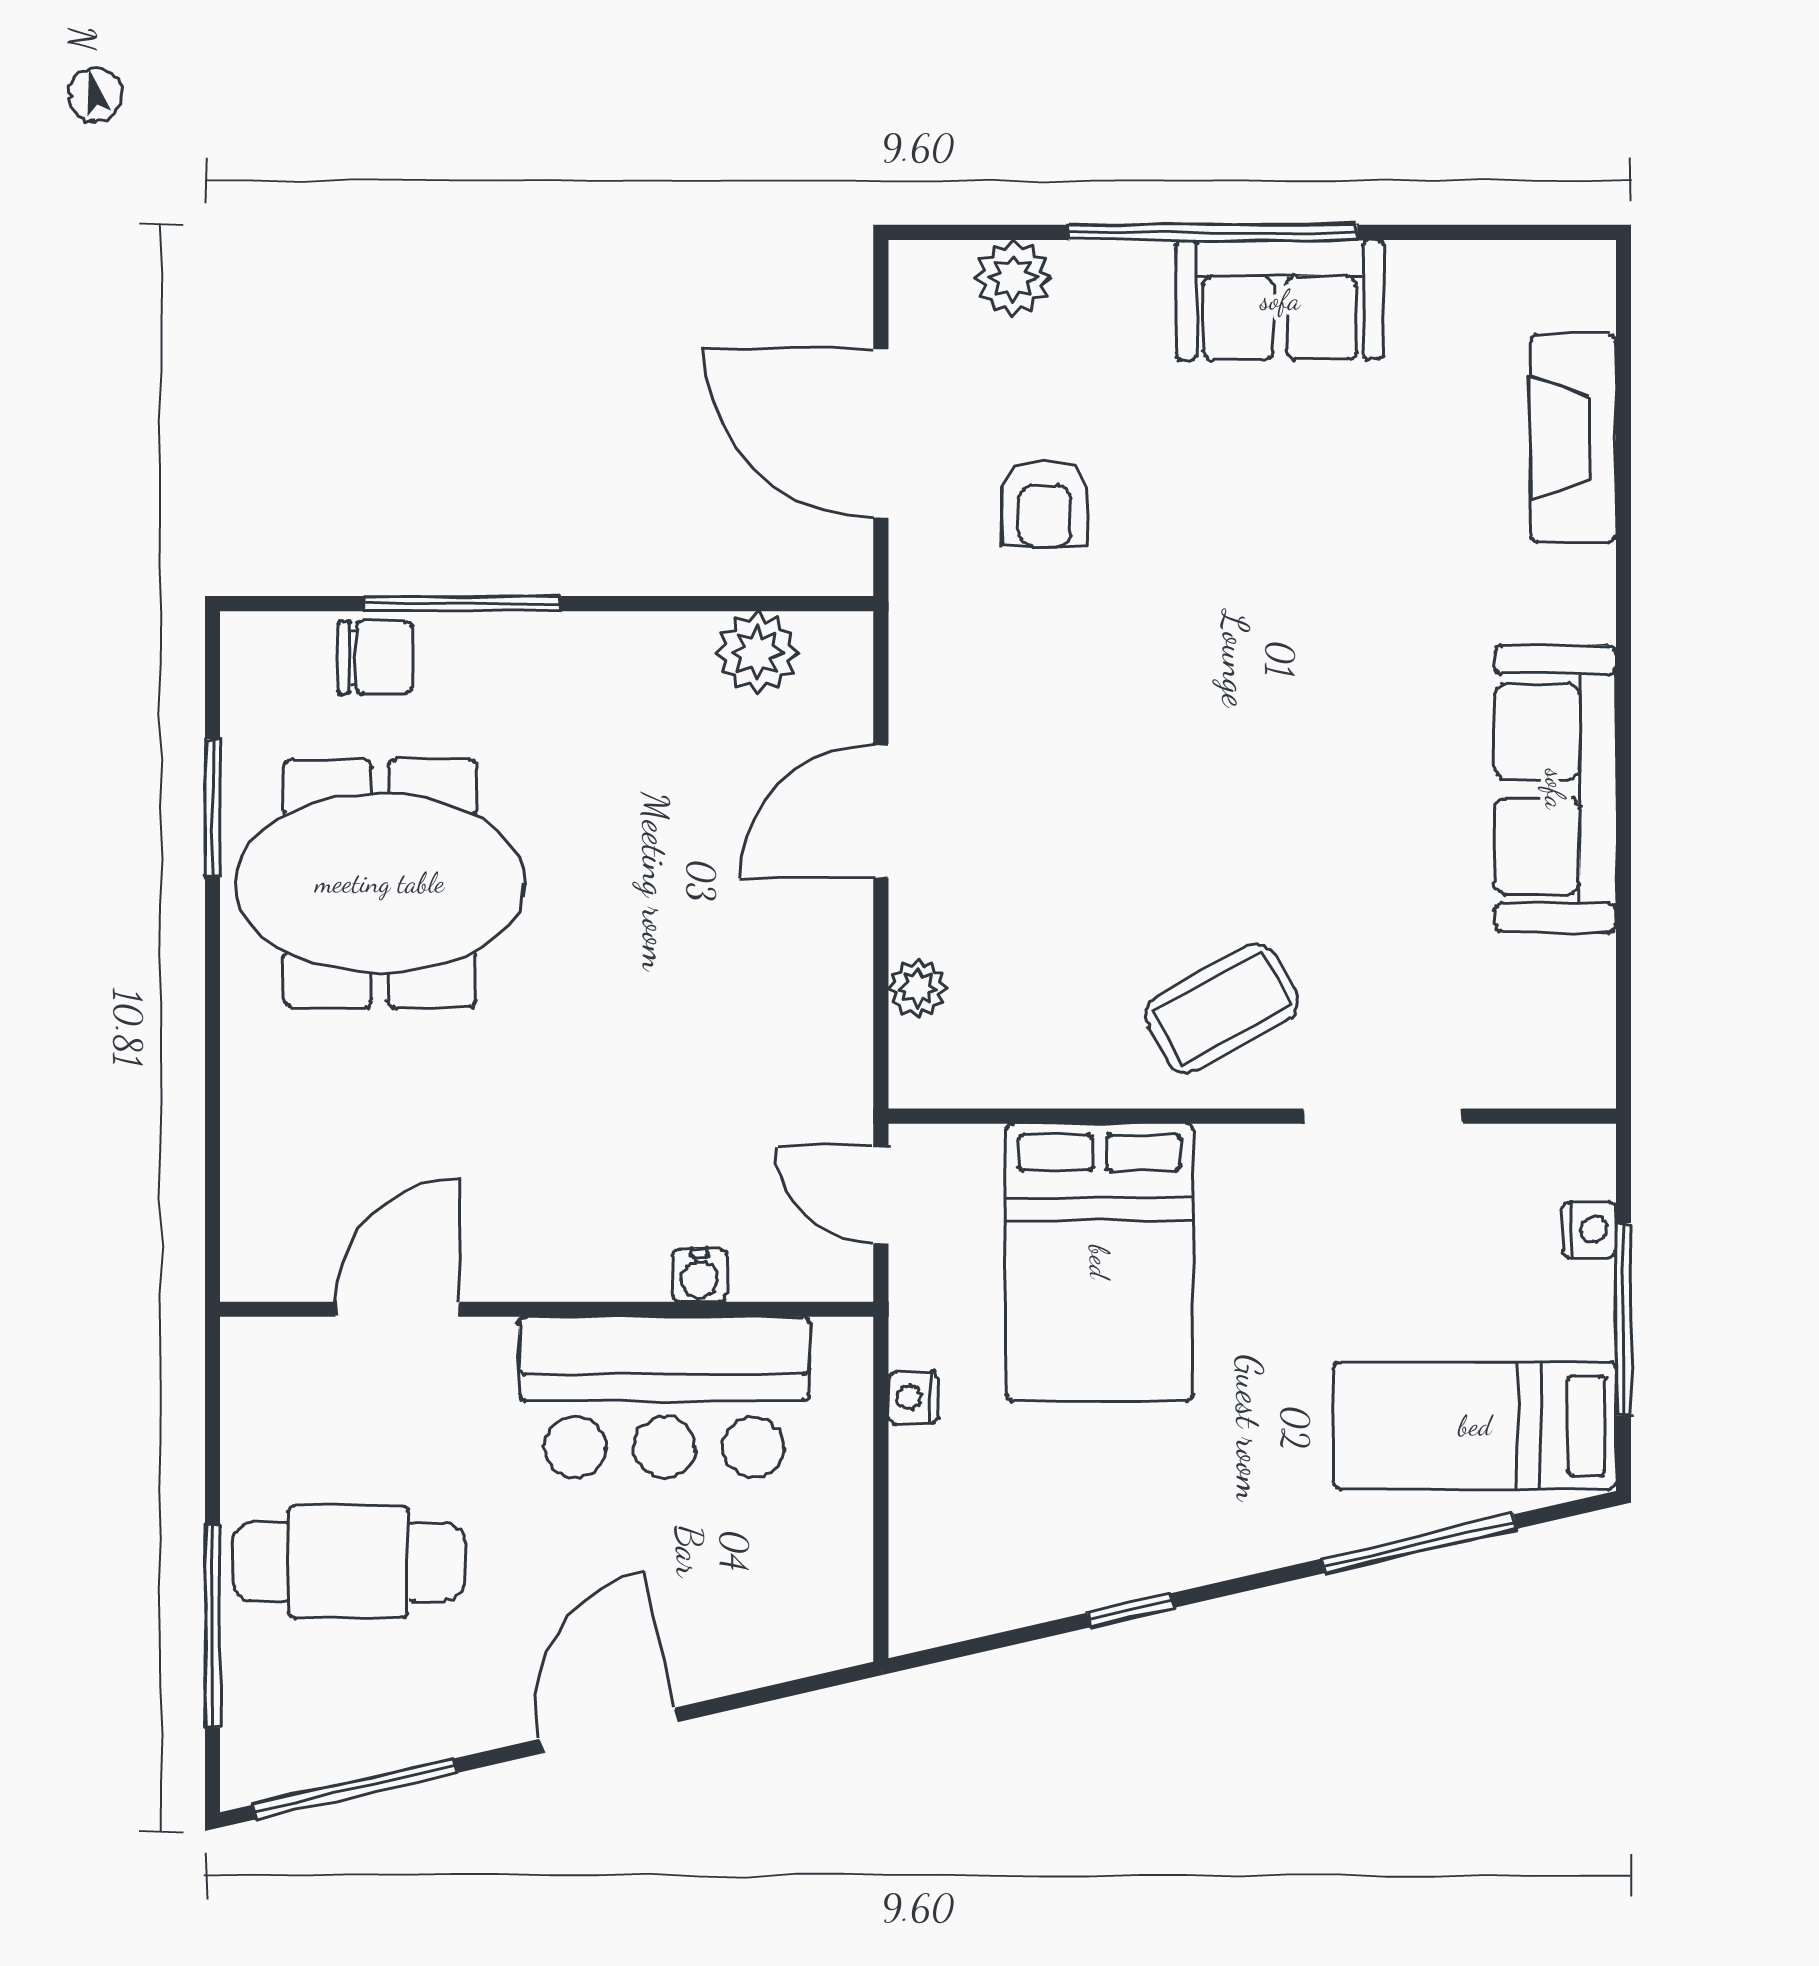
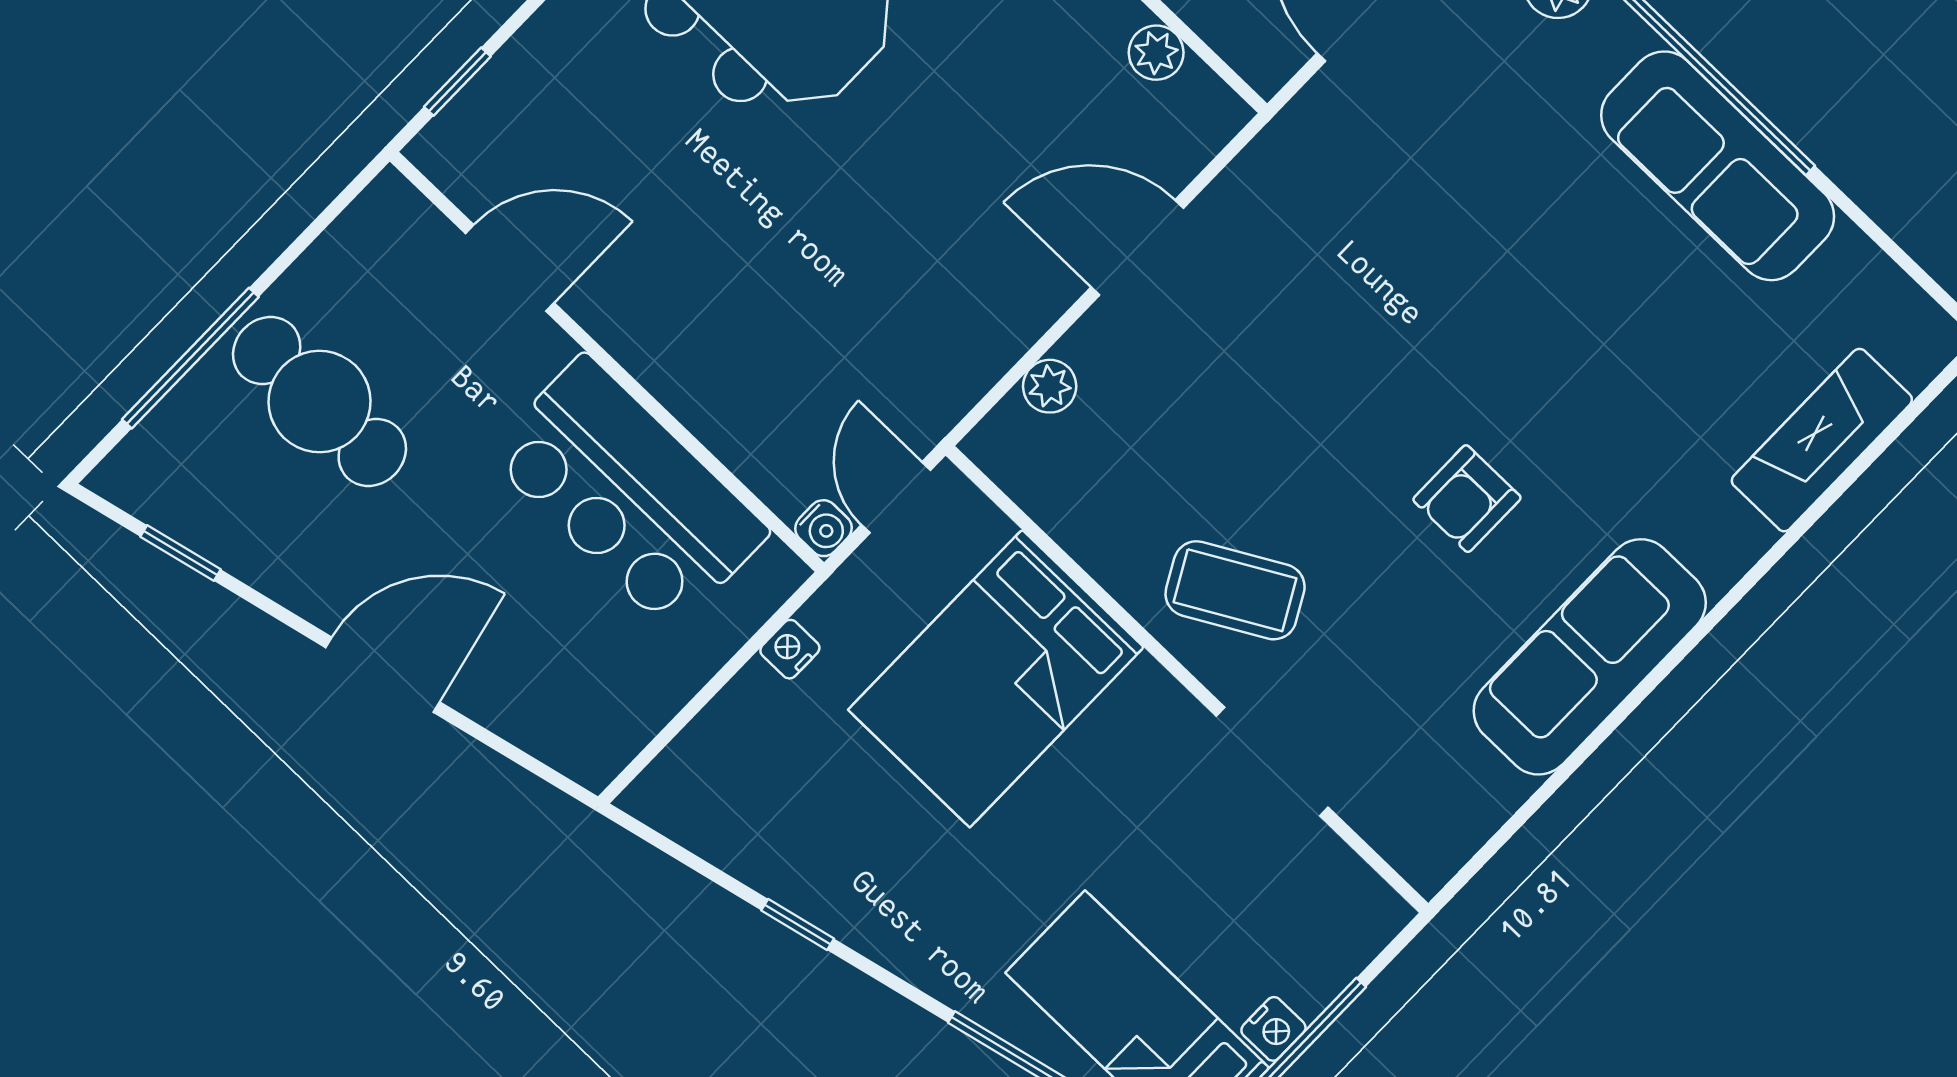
sofa: (1280, 300) -> (1718, 166), width x1.36
armchair: (1045, 503) -> (1467, 499), moved
plant: (757, 653) -> (1156, 53), width x0.73, depth x0.73
window: (212, 1201) -> (457, 82), added
nightstand: (1589, 1229) -> (1273, 1029), moved
water cooler: (700, 1275) -> (824, 528), moved, turned -90
window: (354, 1789) -> (180, 553), width x0.46

